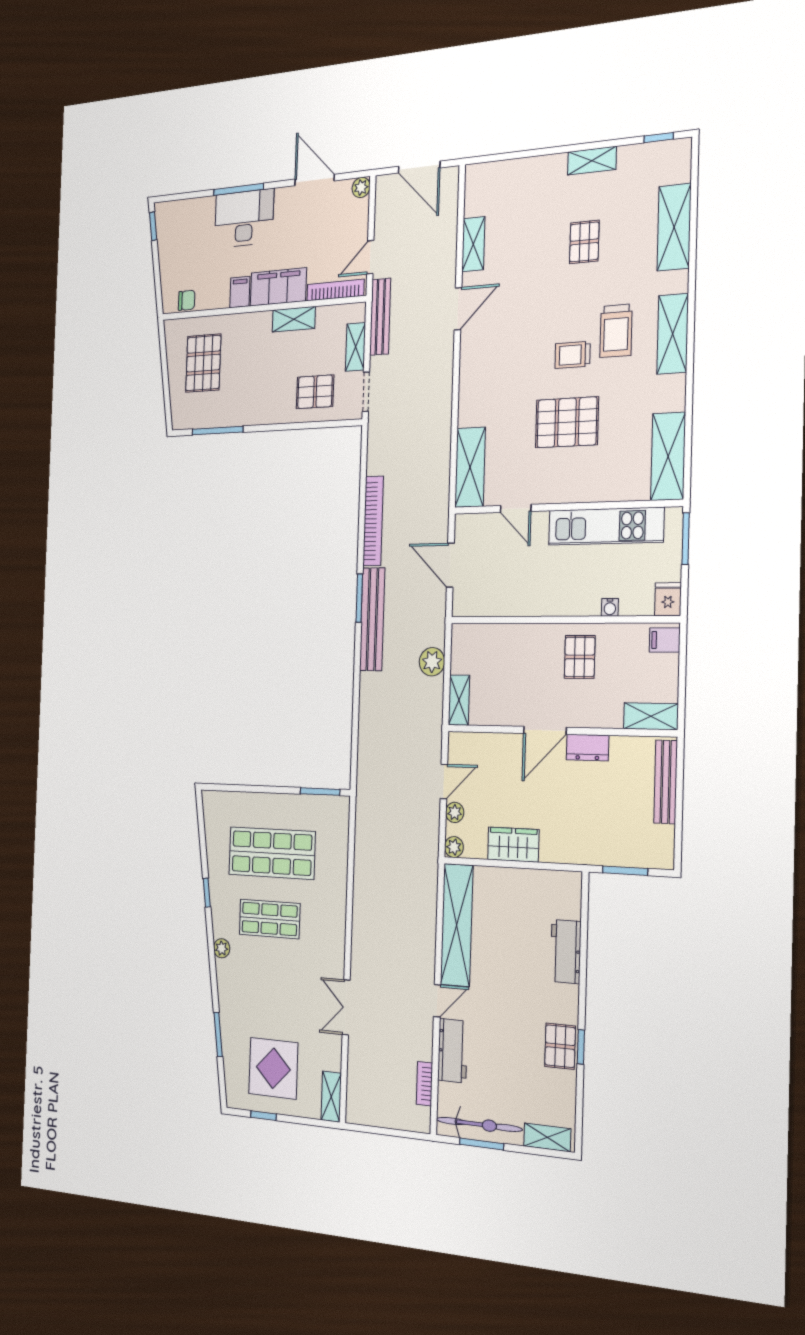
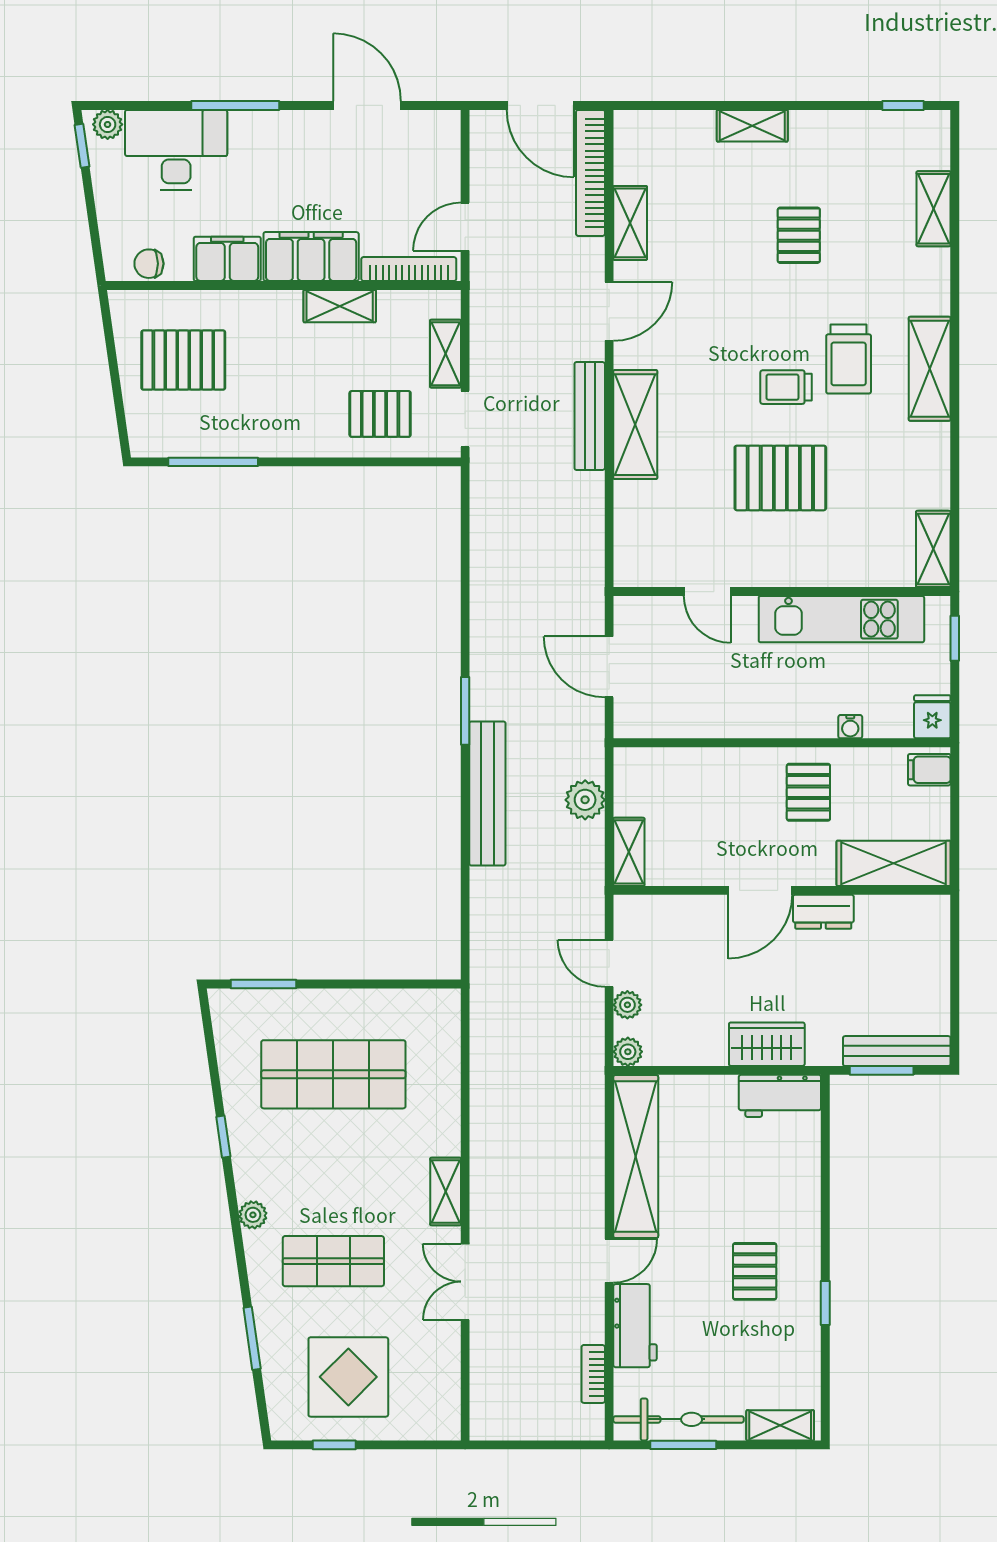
shelving: (592, 161) -> (752, 126), moved
plant: (361, 187) -> (108, 124), moved
desk: (244, 218) -> (176, 150), moved
shelving: (674, 227) -> (934, 209), width x0.67, depth x0.75
filing cabinet: (240, 292) -> (227, 259), width x2.00
chair: (187, 300) -> (149, 264), turned 180
bench: (380, 317) -> (590, 416), moved
pallet: (203, 363) -> (183, 360), turned 90
shelving: (668, 456) -> (933, 549), width x0.67, depth x0.75
shelving: (470, 467) -> (635, 425), moved
bookcase: (373, 521) -> (591, 173), moved, turned 180
window: (686, 539) -> (955, 638), width x0.67
bench: (372, 619) -> (487, 793), moved
shelving: (651, 716) -> (894, 863), width x1.50, depth x1.33
door: (444, 781) -> (609, 963), swing flipped
bench: (666, 782) -> (897, 1051), moved, turned 90
window: (320, 792) -> (264, 984), moved
wardrobe: (513, 845) -> (767, 1044), moved
shop shelf: (270, 919) -> (333, 1261), moved
workbench: (566, 952) -> (780, 1096), moved, turned -90
pallet: (560, 1046) -> (755, 1271), moved
shelving: (331, 1097) -> (446, 1192), moved

